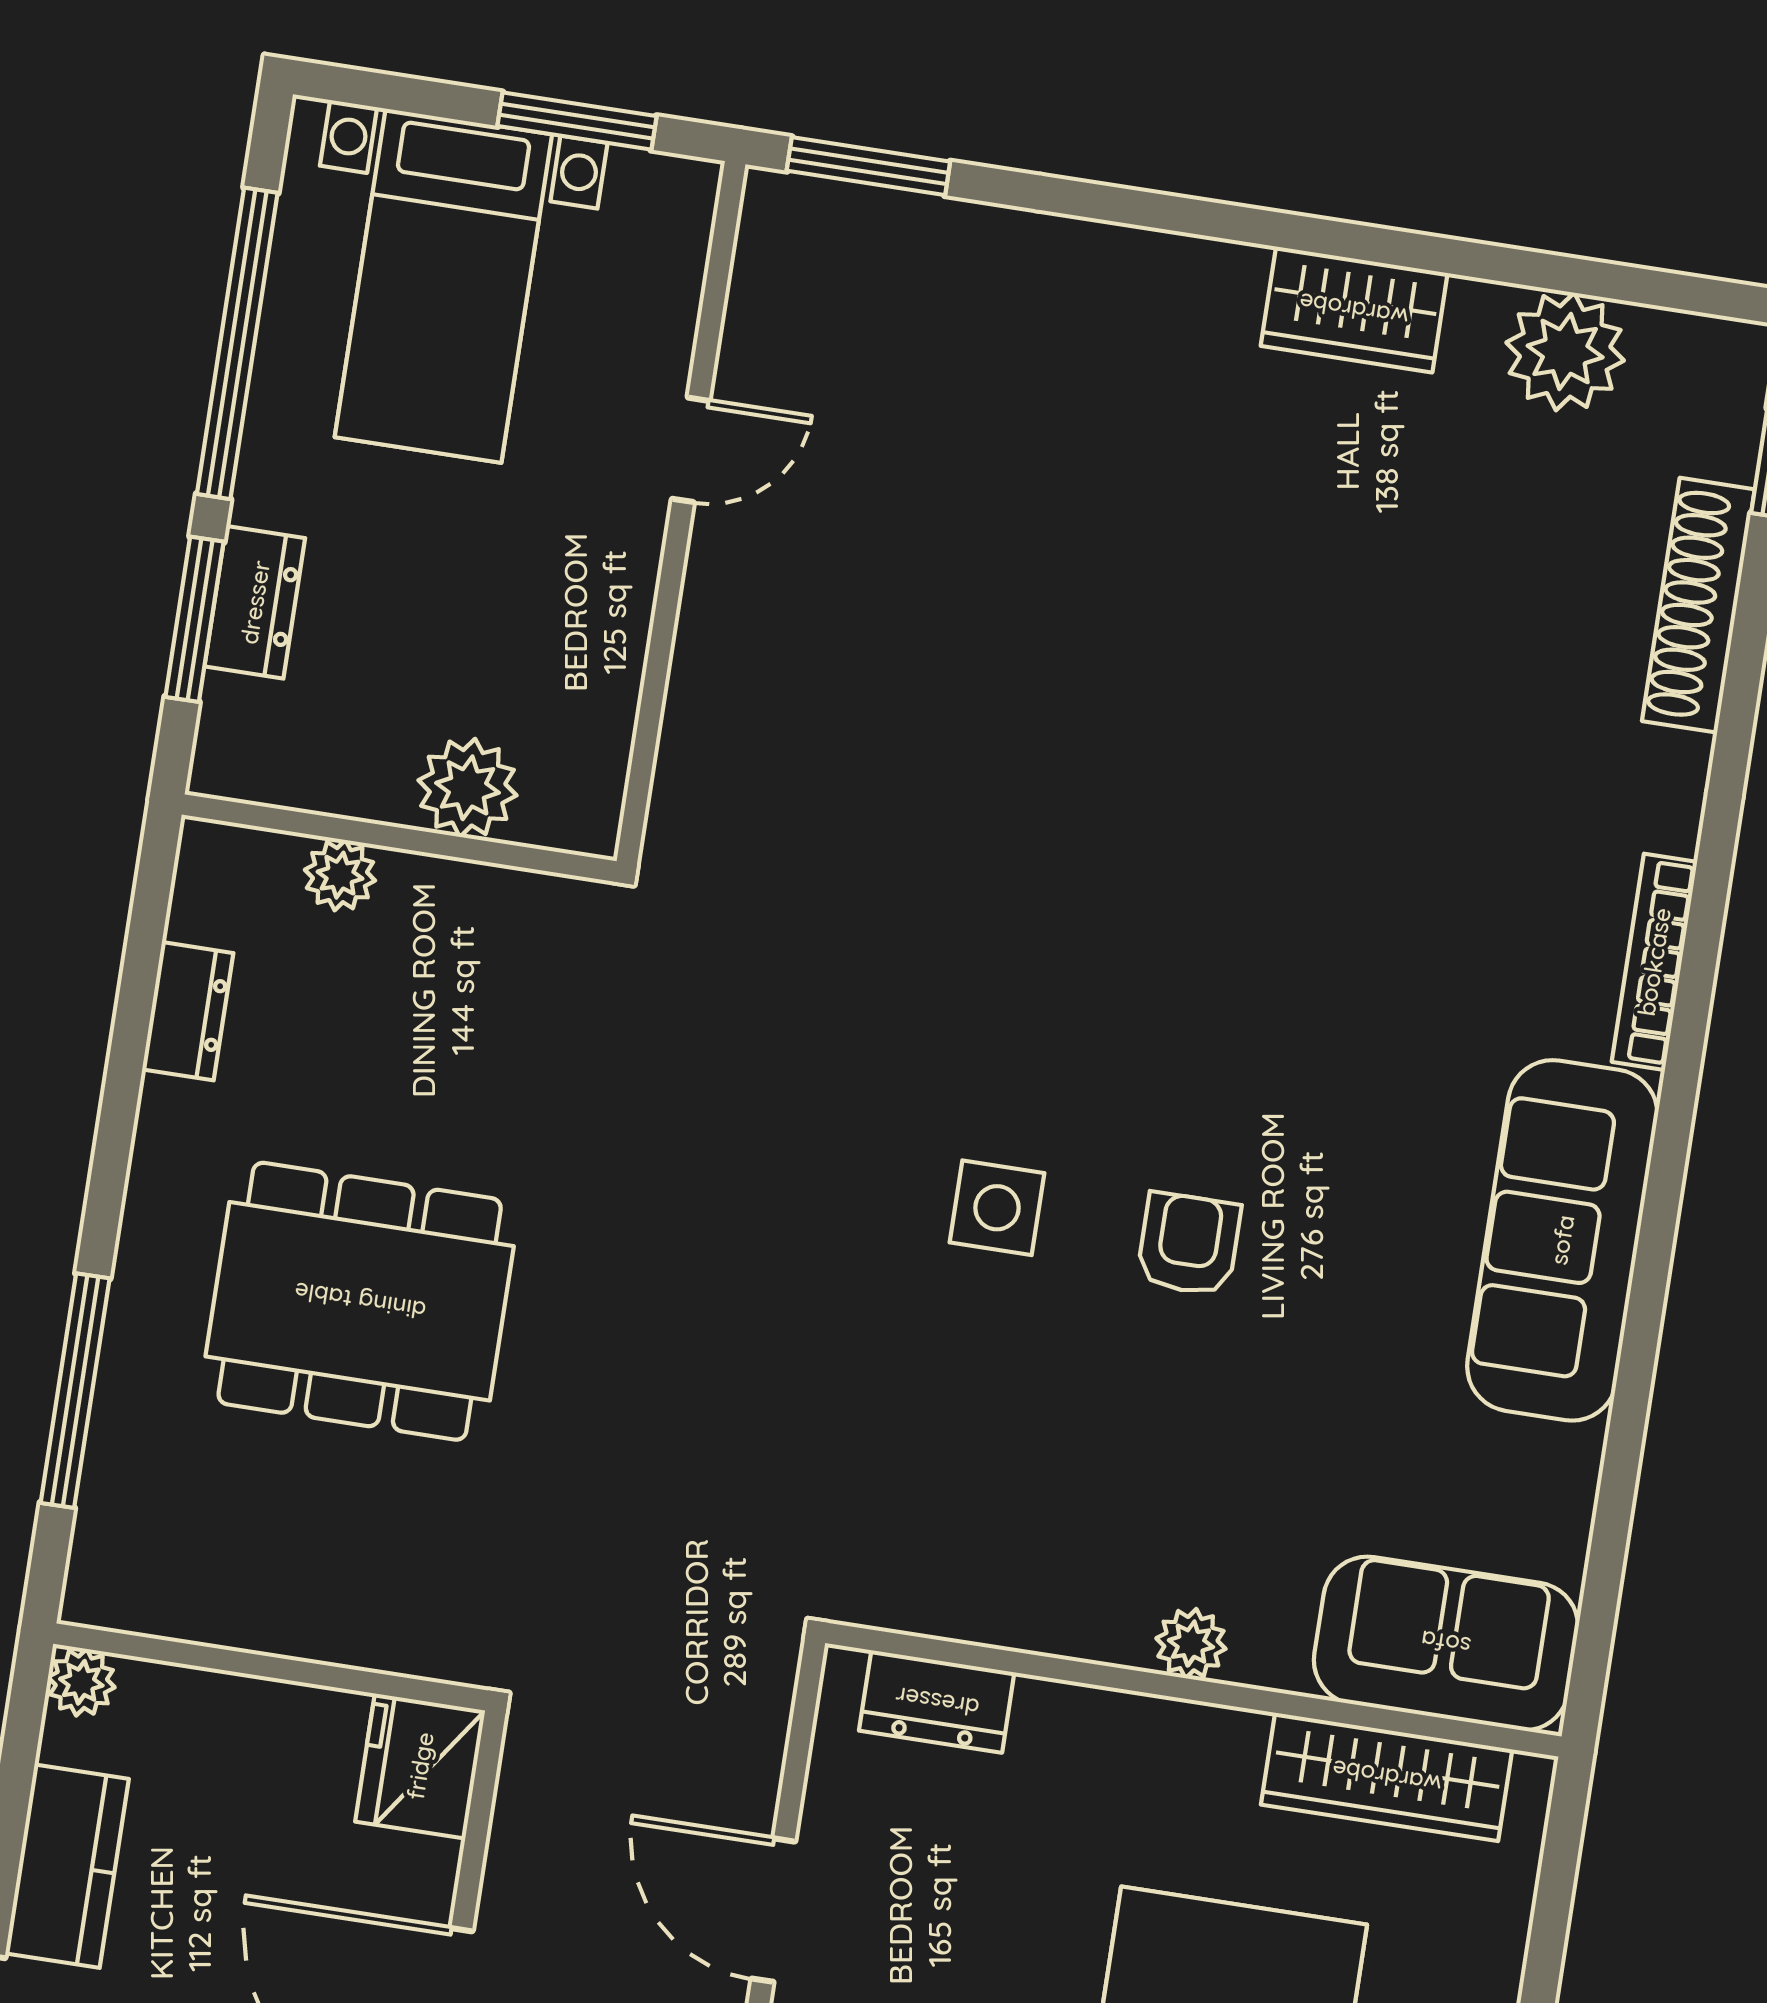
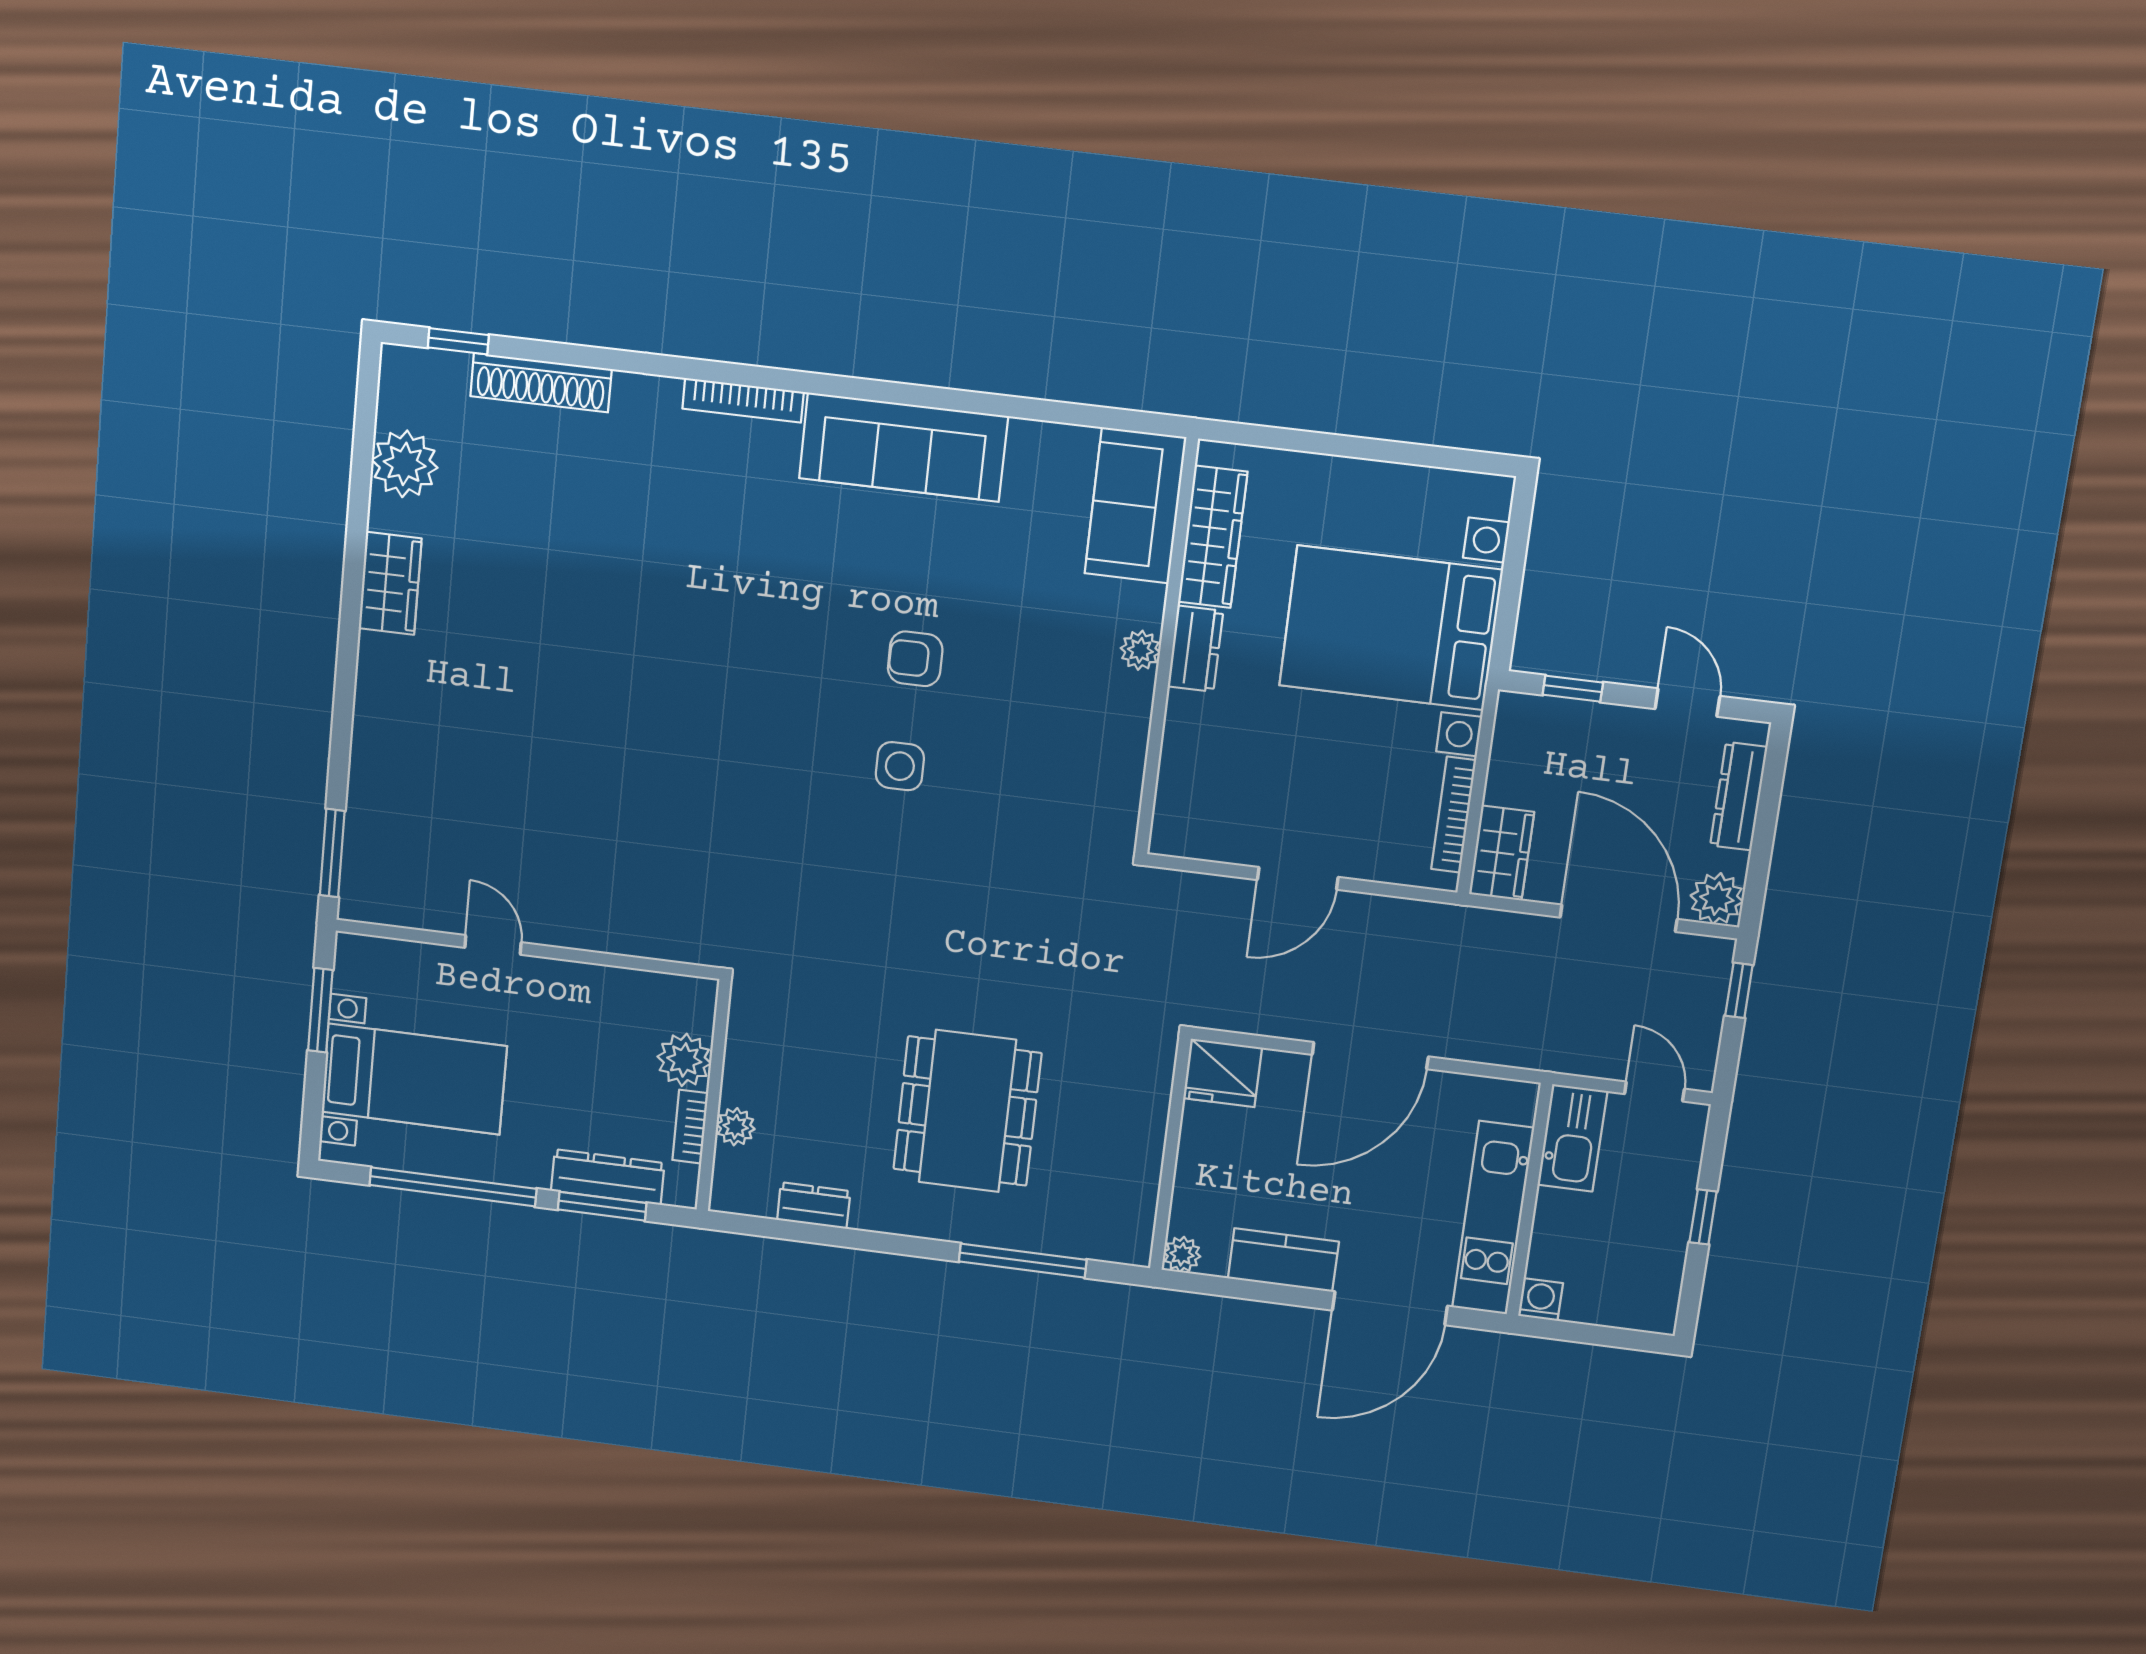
dresser: (255, 602) -> (608, 1177), width x1.44
bookcase: (342, 792) -> (690, 1127), added
dresser: (937, 1702) -> (1195, 649), moved

